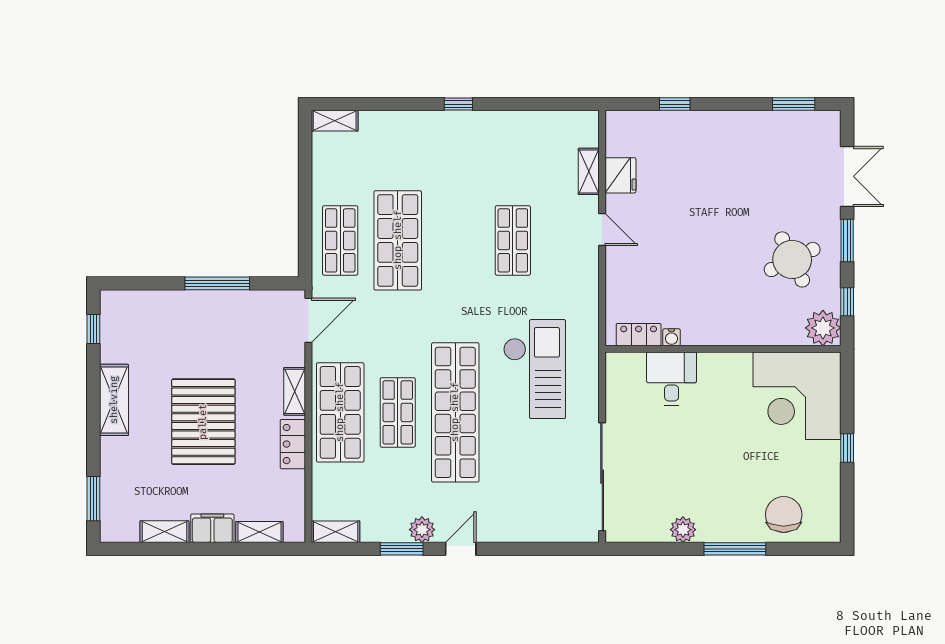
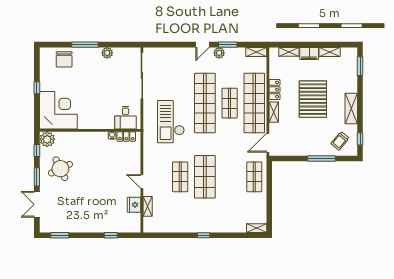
shop shelf: (398, 240) -> (205, 177), moved
window: (217, 283) -> (322, 158), moved
trolley: (140, 324) -> (340, 141), added
desk: (672, 379) -> (126, 118), moved
shop shelf: (340, 412) -> (254, 103), width x1.40

